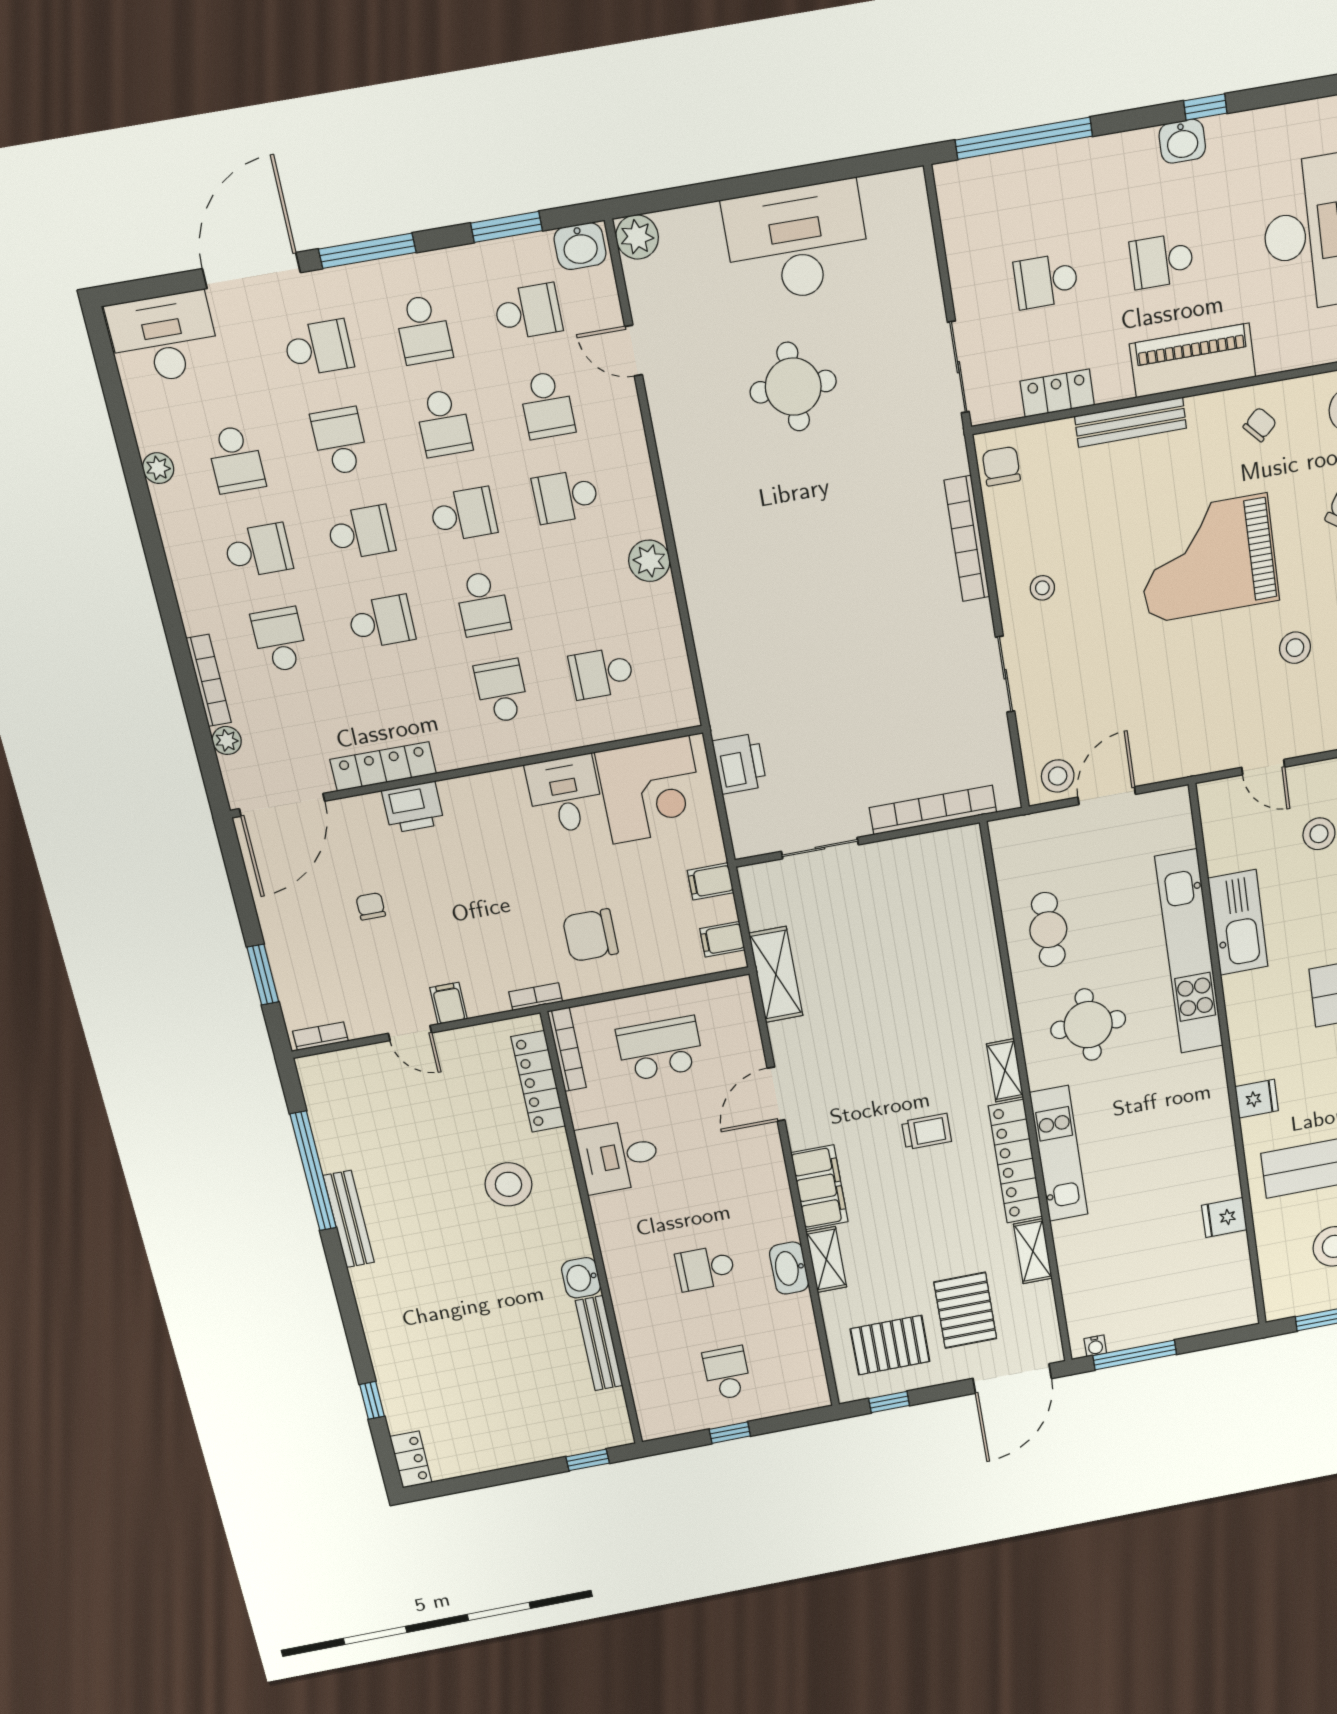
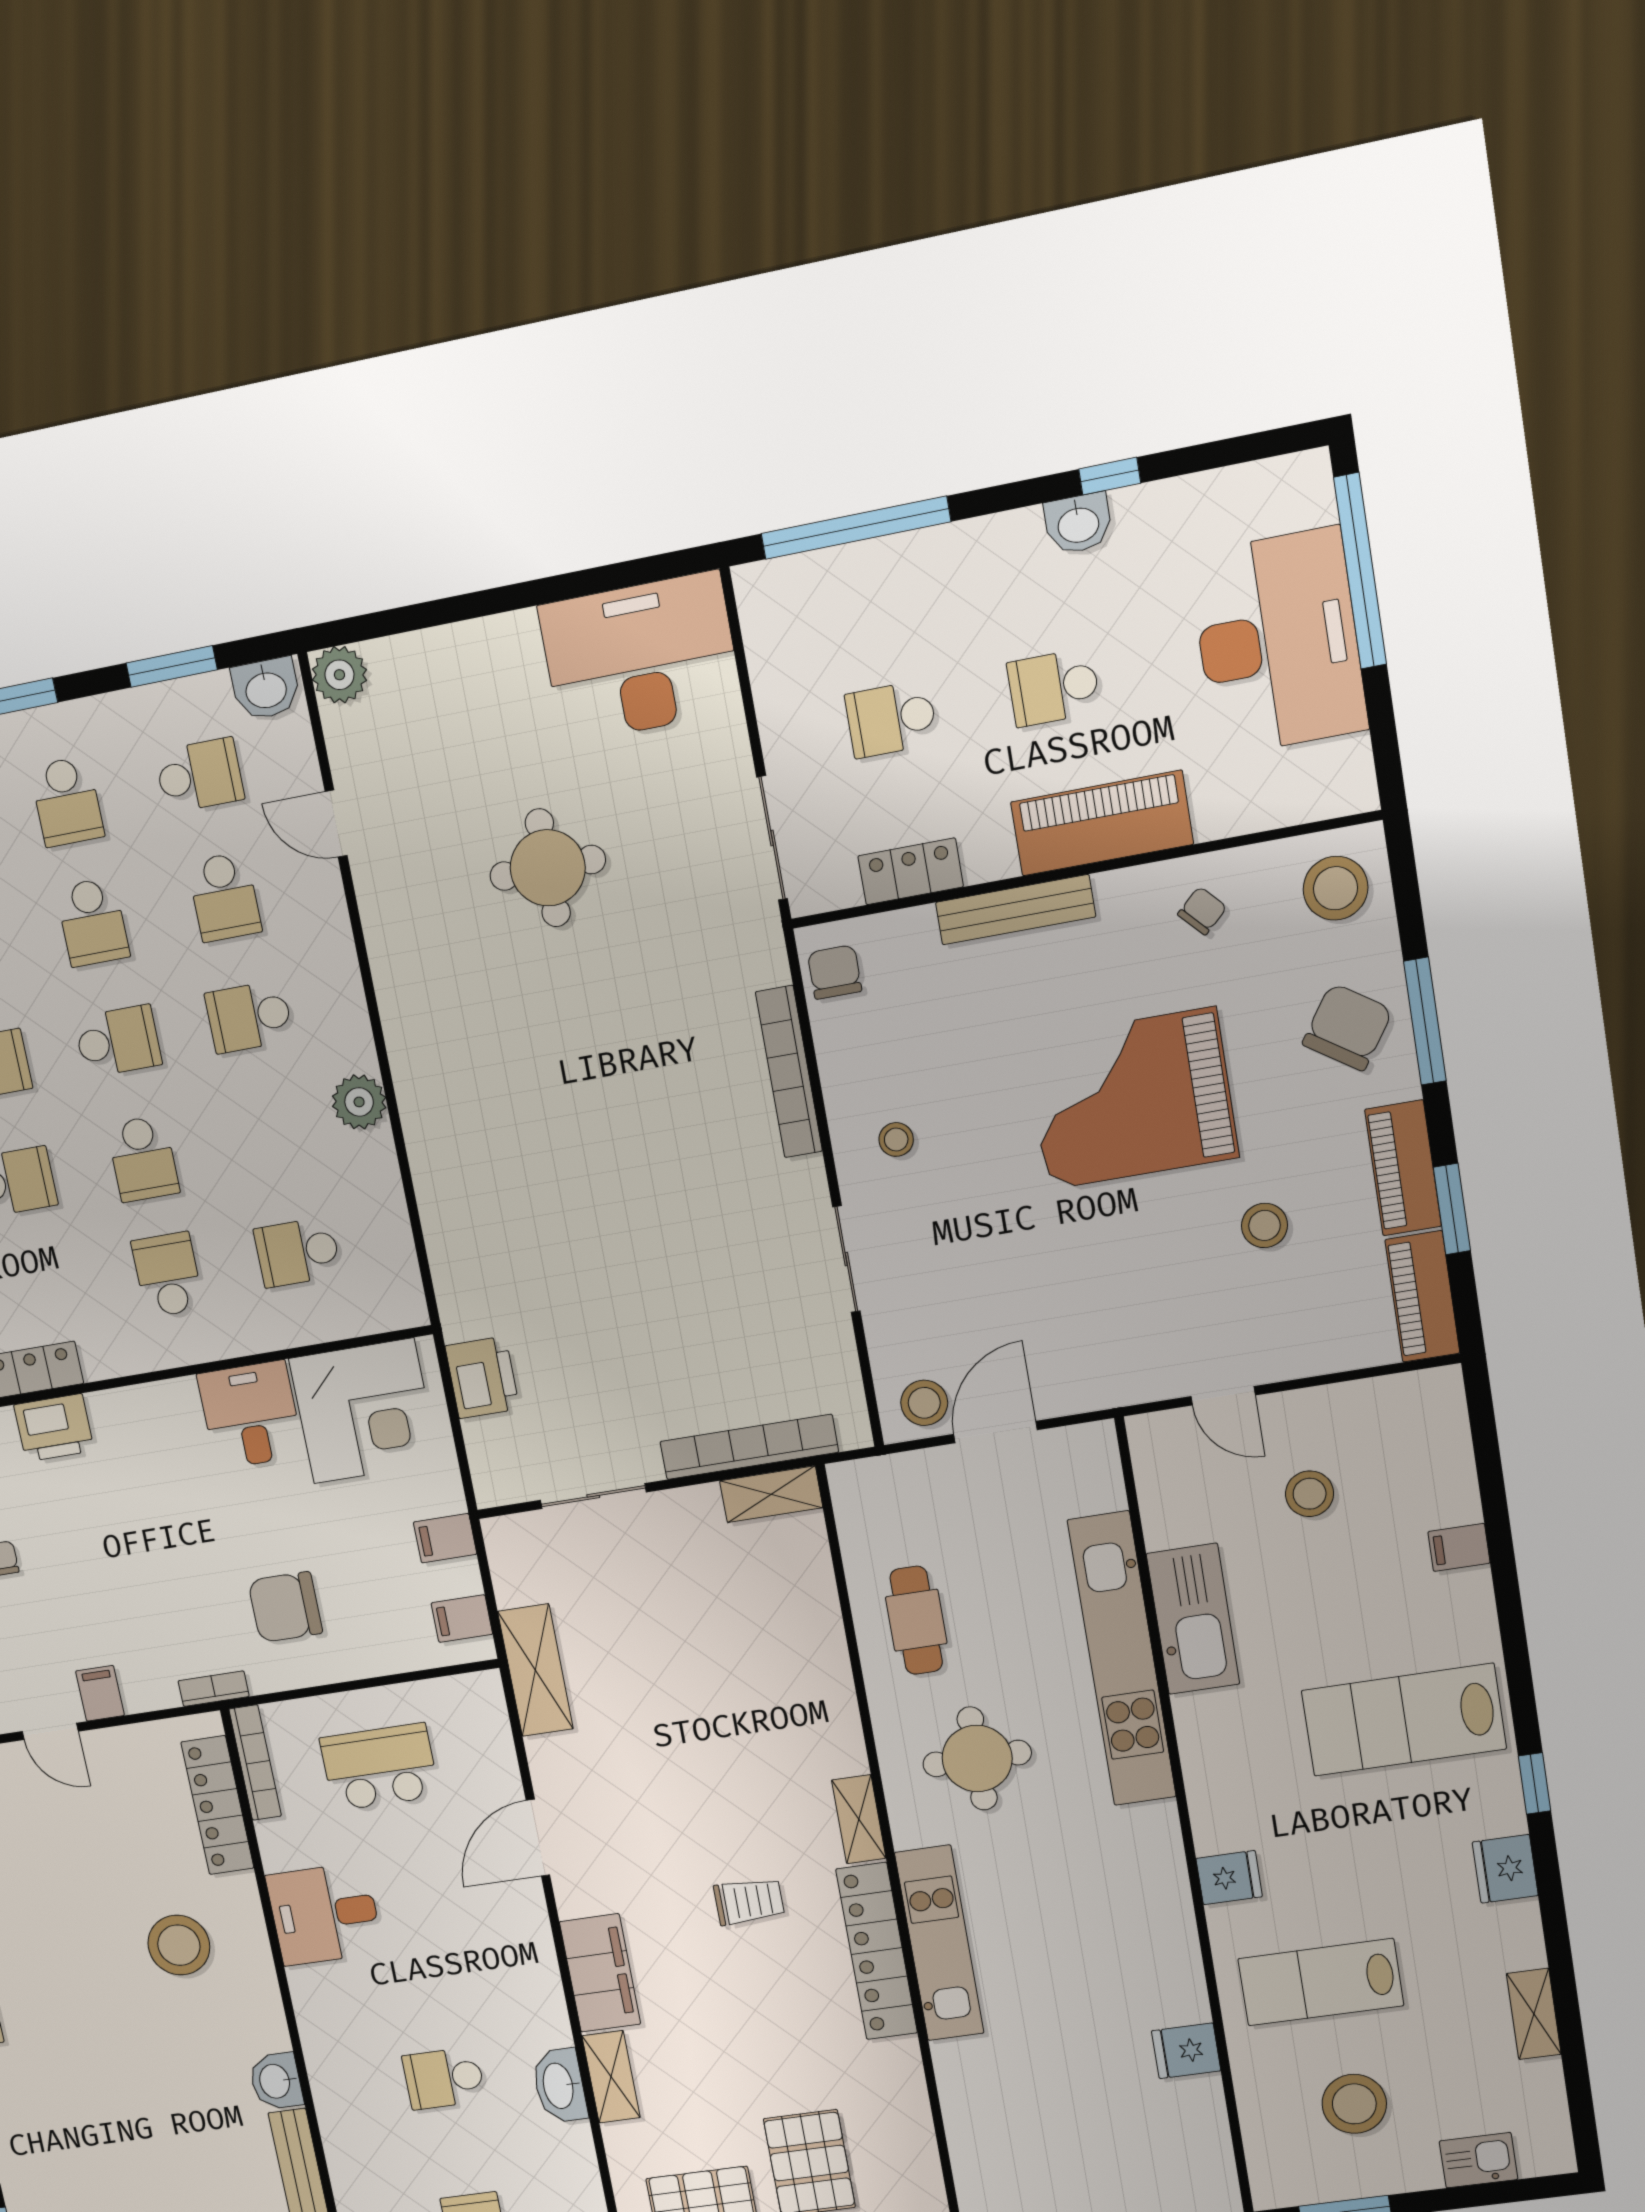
desk: (797, 242) -> (640, 658), moved
shelving: (1033, 1251) -> (771, 1494), moved, turned 90

